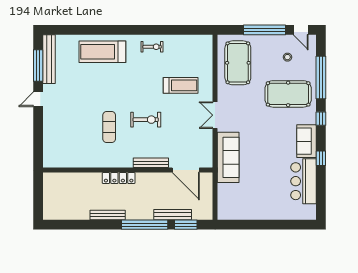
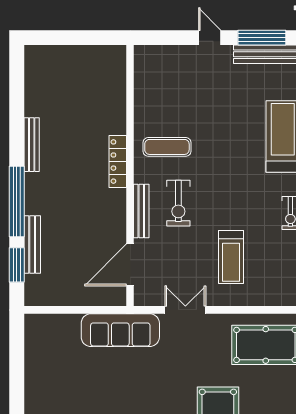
bench: (151, 163) -> (141, 211), moved
wall: (128, 170) -> (130, 176), moved
door: (186, 170) -> (130, 265), moved
locker: (119, 178) -> (118, 162), moved

